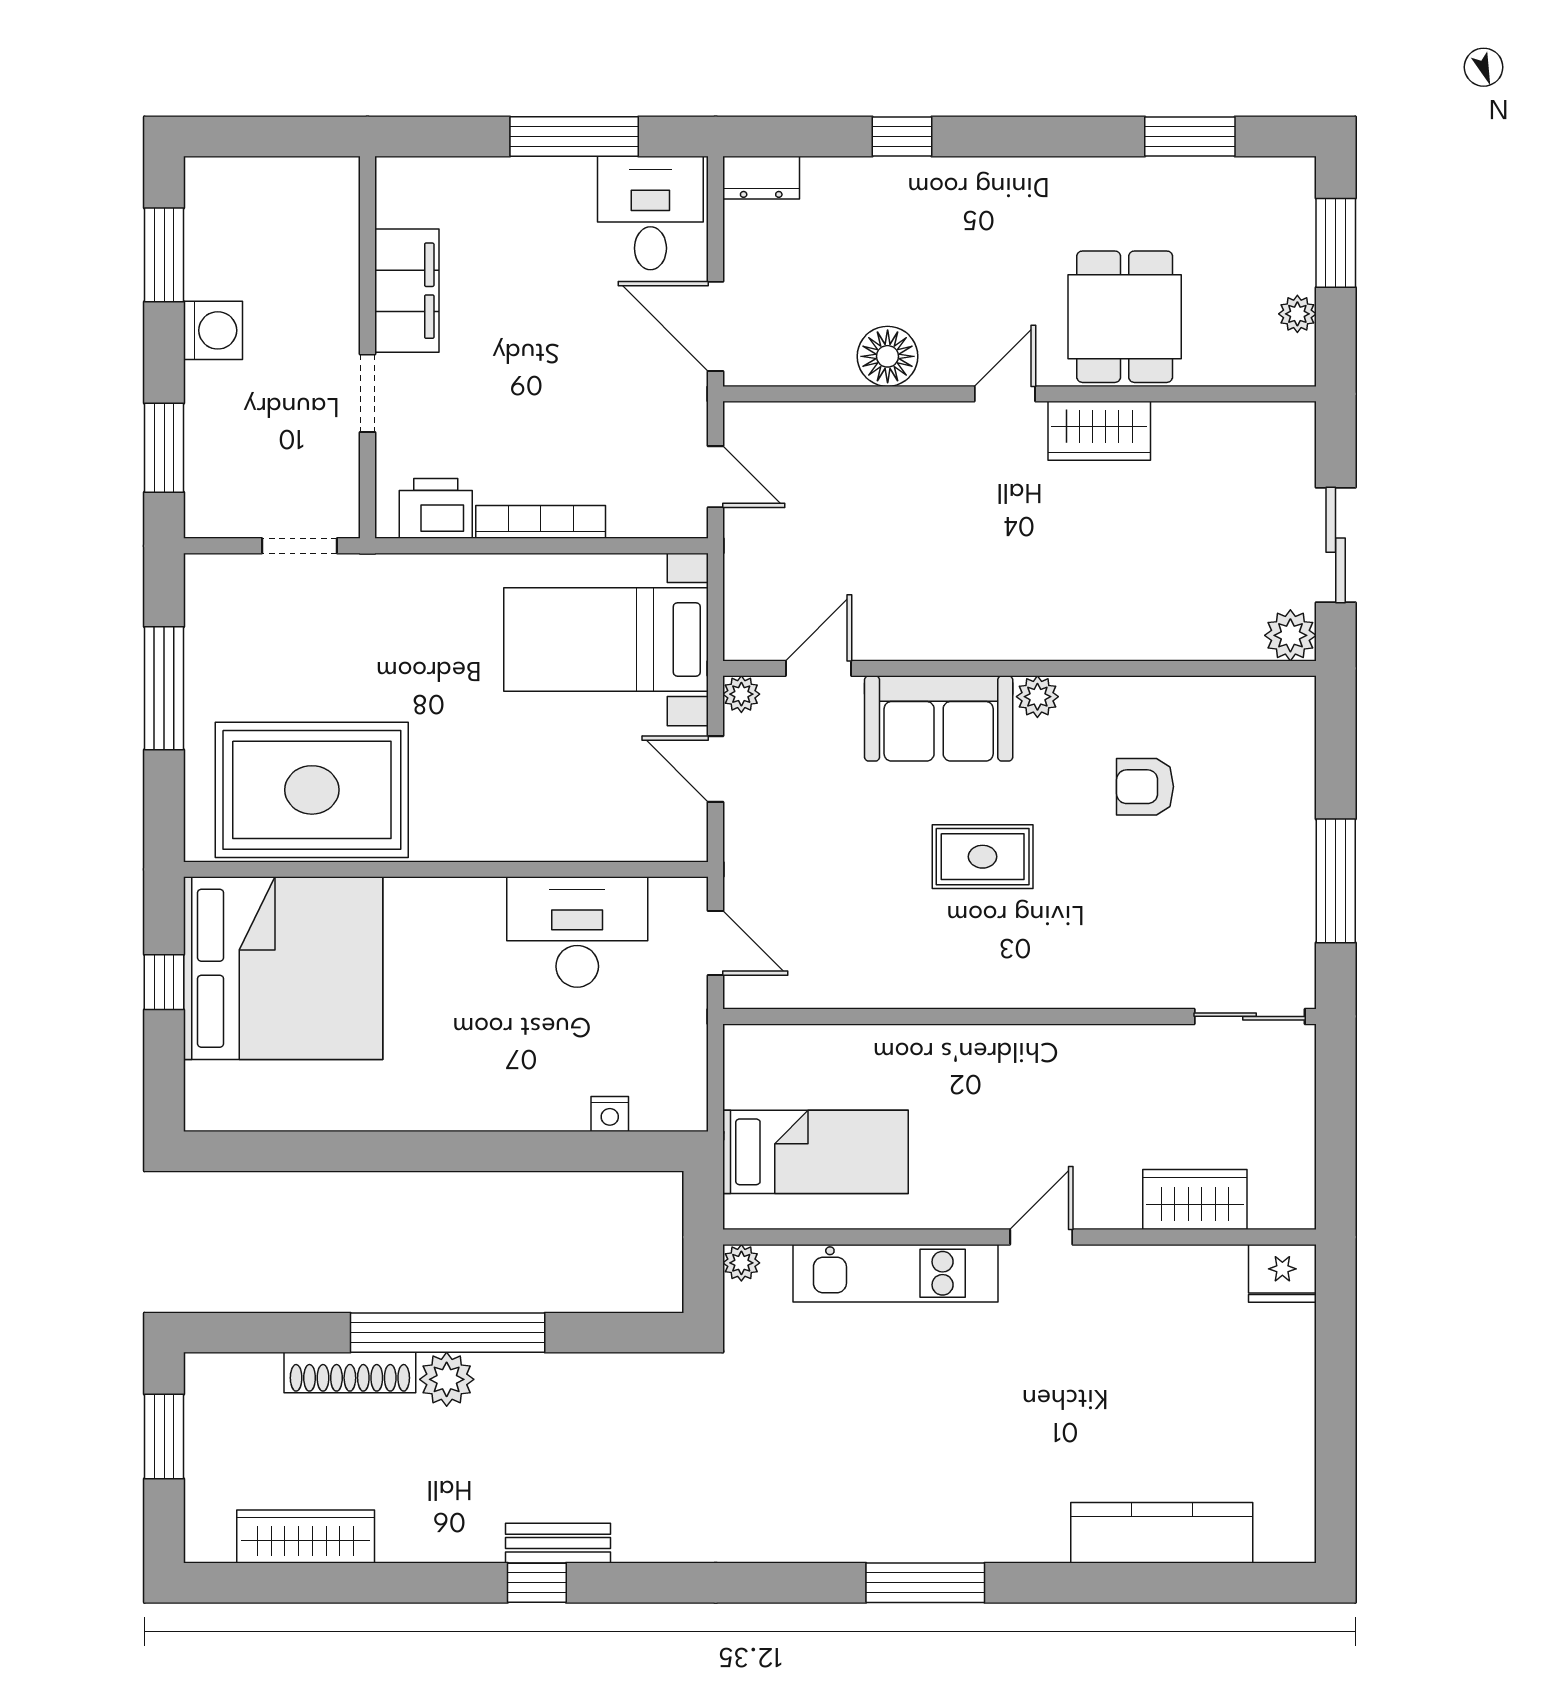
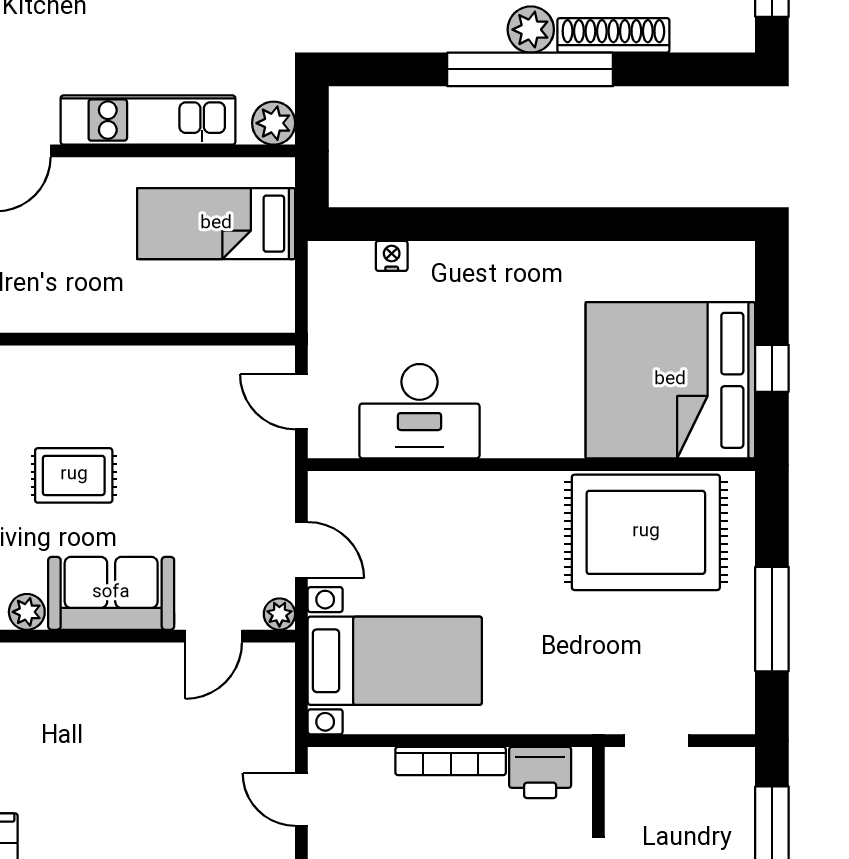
plant: (741, 1263) -> (274, 123), width x1.38, depth x1.38

